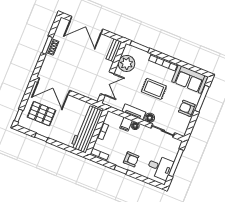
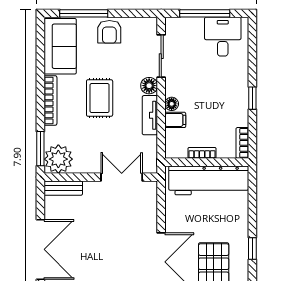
plant: (126, 63) -> (58, 159), moved
armchair: (131, 159) -> (229, 88), removed

